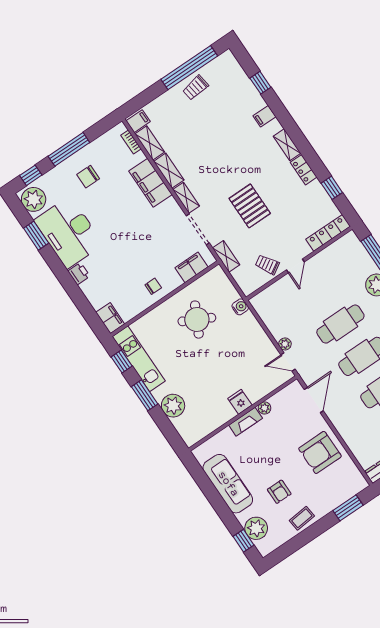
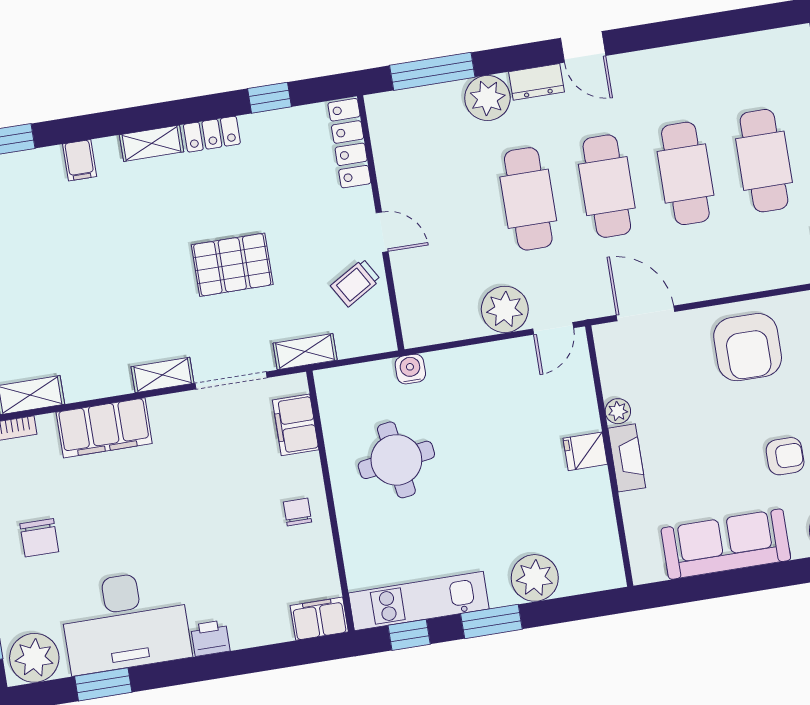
shelving: (169, 171) -> (98, 384), removed
round table: (197, 320) -> (396, 460), turned -35
plant: (285, 344) -> (505, 309), width x1.88, depth x1.88

